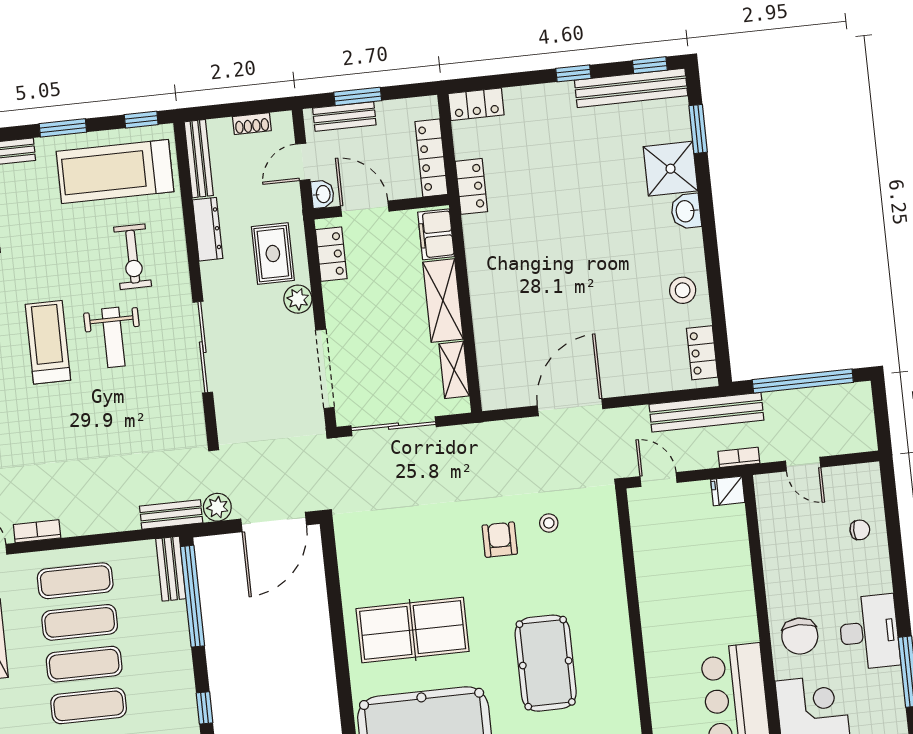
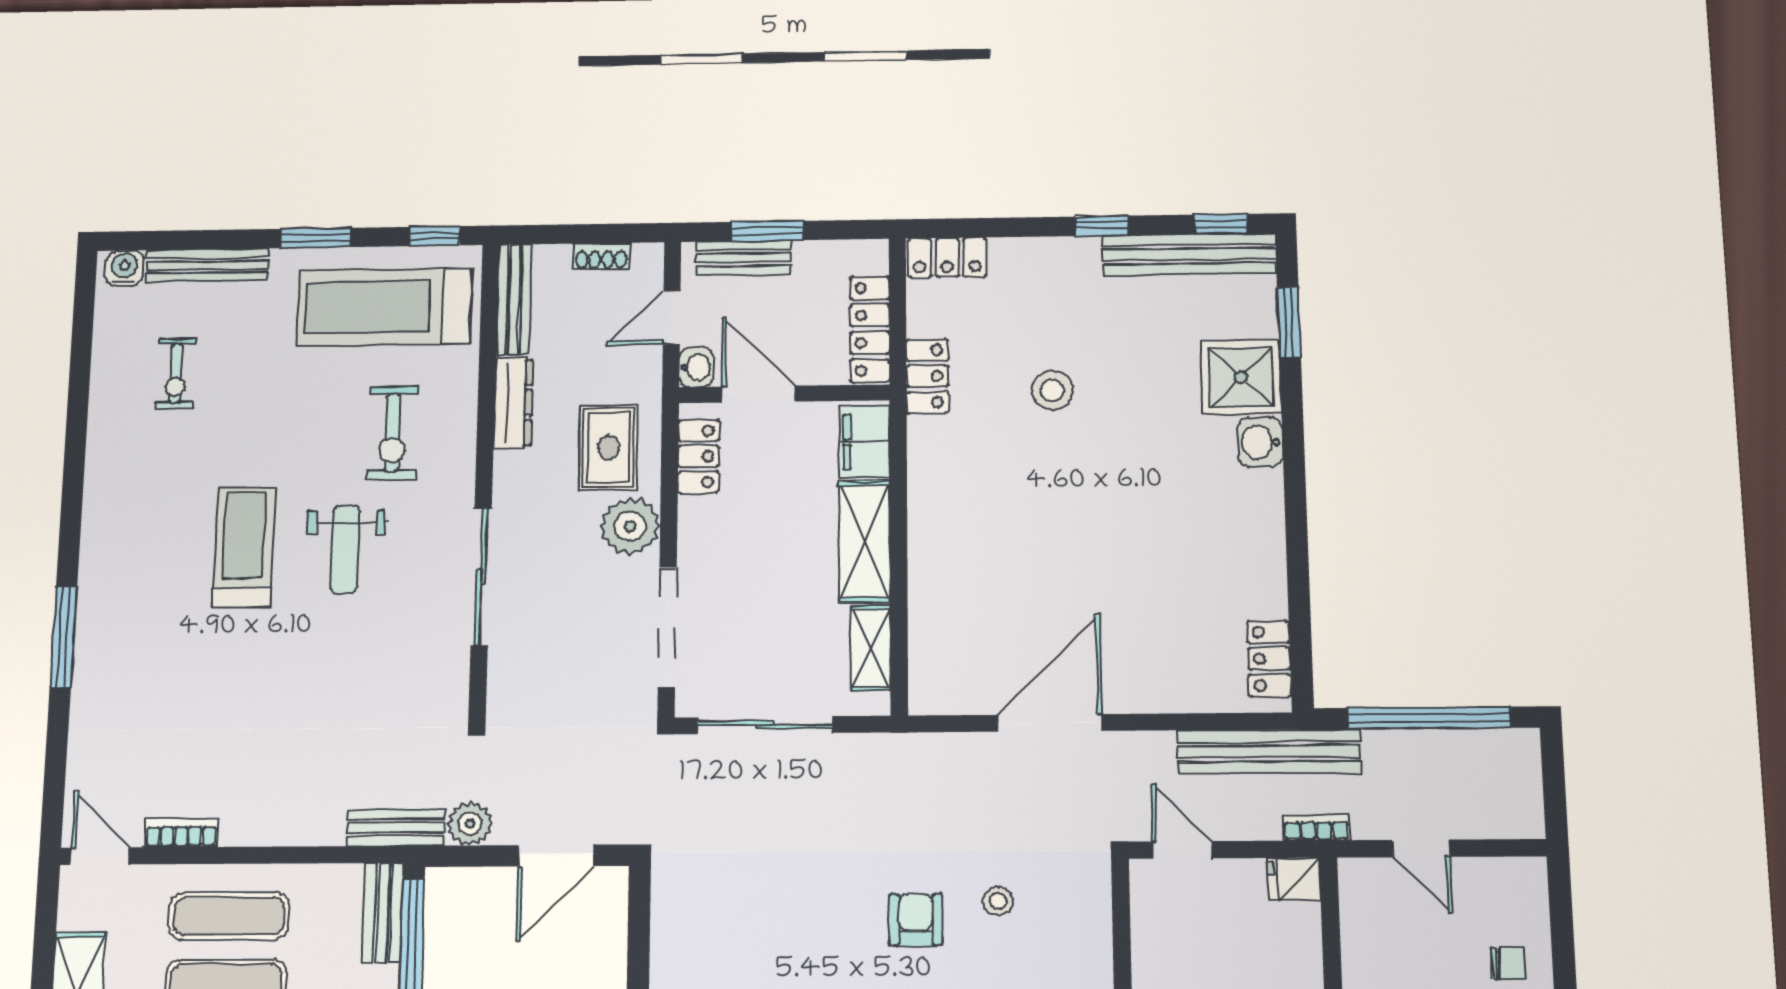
stool: (683, 290) -> (1052, 390), moved
plant: (298, 299) -> (630, 526), width x1.36, depth x1.36
door: (274, 522) -> (556, 856), width x0.73

